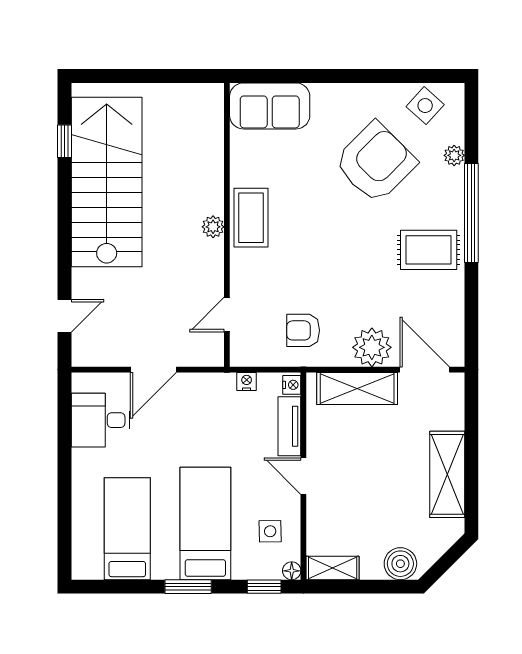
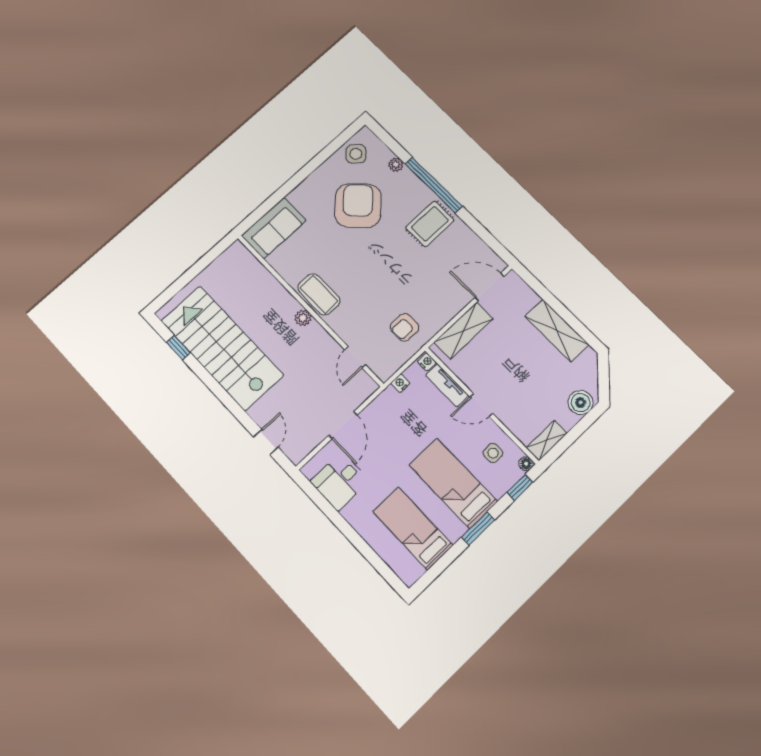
plant: (372, 347) -> (450, 302), removed

